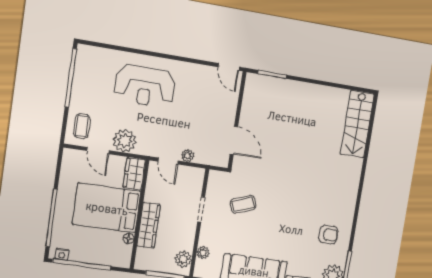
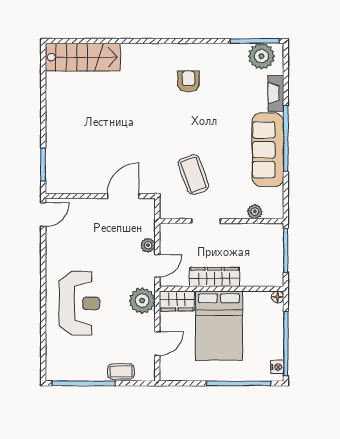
coffee table: (82, 126) -> (121, 371), moved
plant: (125, 141) -> (142, 301), moved
coffee table: (243, 204) -> (193, 175), width x1.36, depth x1.30
wardrobe: (149, 225) -> (214, 277), moved
armchair: (328, 235) -> (188, 81), moved
floor lamp: (129, 238) -> (278, 297), moved
plant: (183, 259) -> (265, 233), removed

